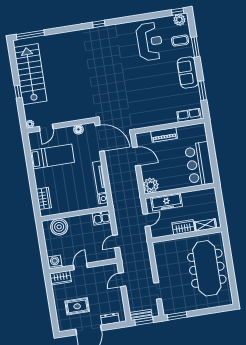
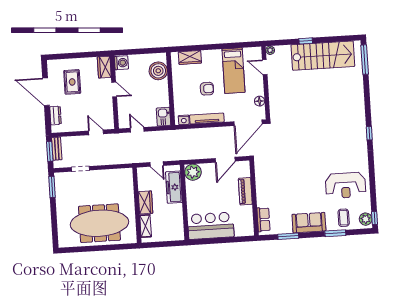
armchair: (72, 180) -> (207, 89), added

